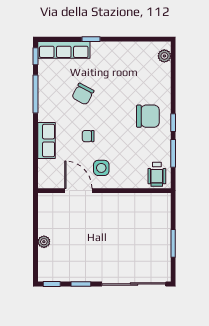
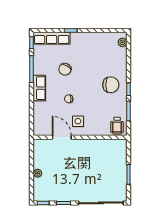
row of seats: (46, 140) -> (39, 88), moved

